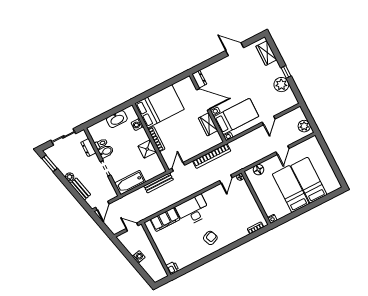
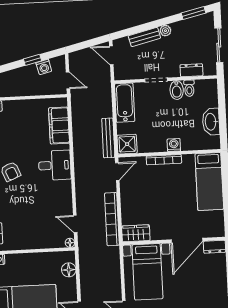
bed: (159, 106) -> (209, 181), width x0.67
wardrobe: (208, 124) -> (136, 233), moved
washing machine: (137, 125) -> (174, 145), moved
shower: (147, 149) -> (127, 144), moved
door: (178, 167) -> (117, 172), hinge flipped
desk: (193, 210) -> (55, 165), width x0.73
door: (132, 227) -> (68, 80), hinge flipped
window: (129, 257) -> (33, 60), added
washing machine: (139, 257) -> (44, 67), moved

